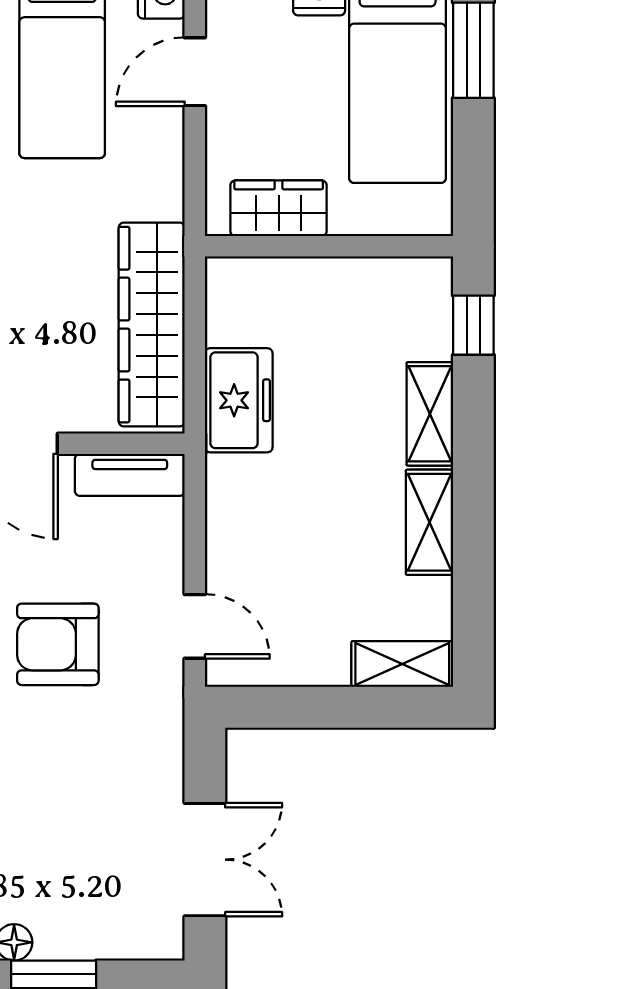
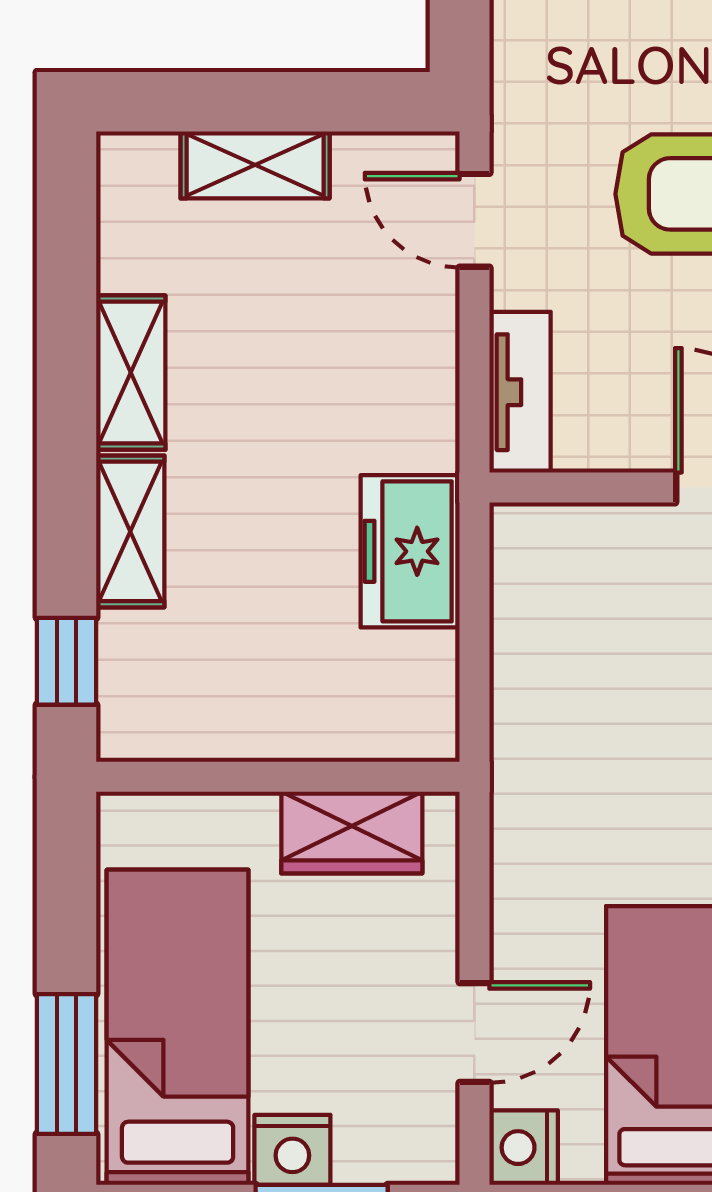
wardrobe: (152, 325) -> (538, 662), removed
tv unit: (130, 475) -> (520, 392), moved, turned 90
shelving: (402, 664) -> (255, 165), moved

